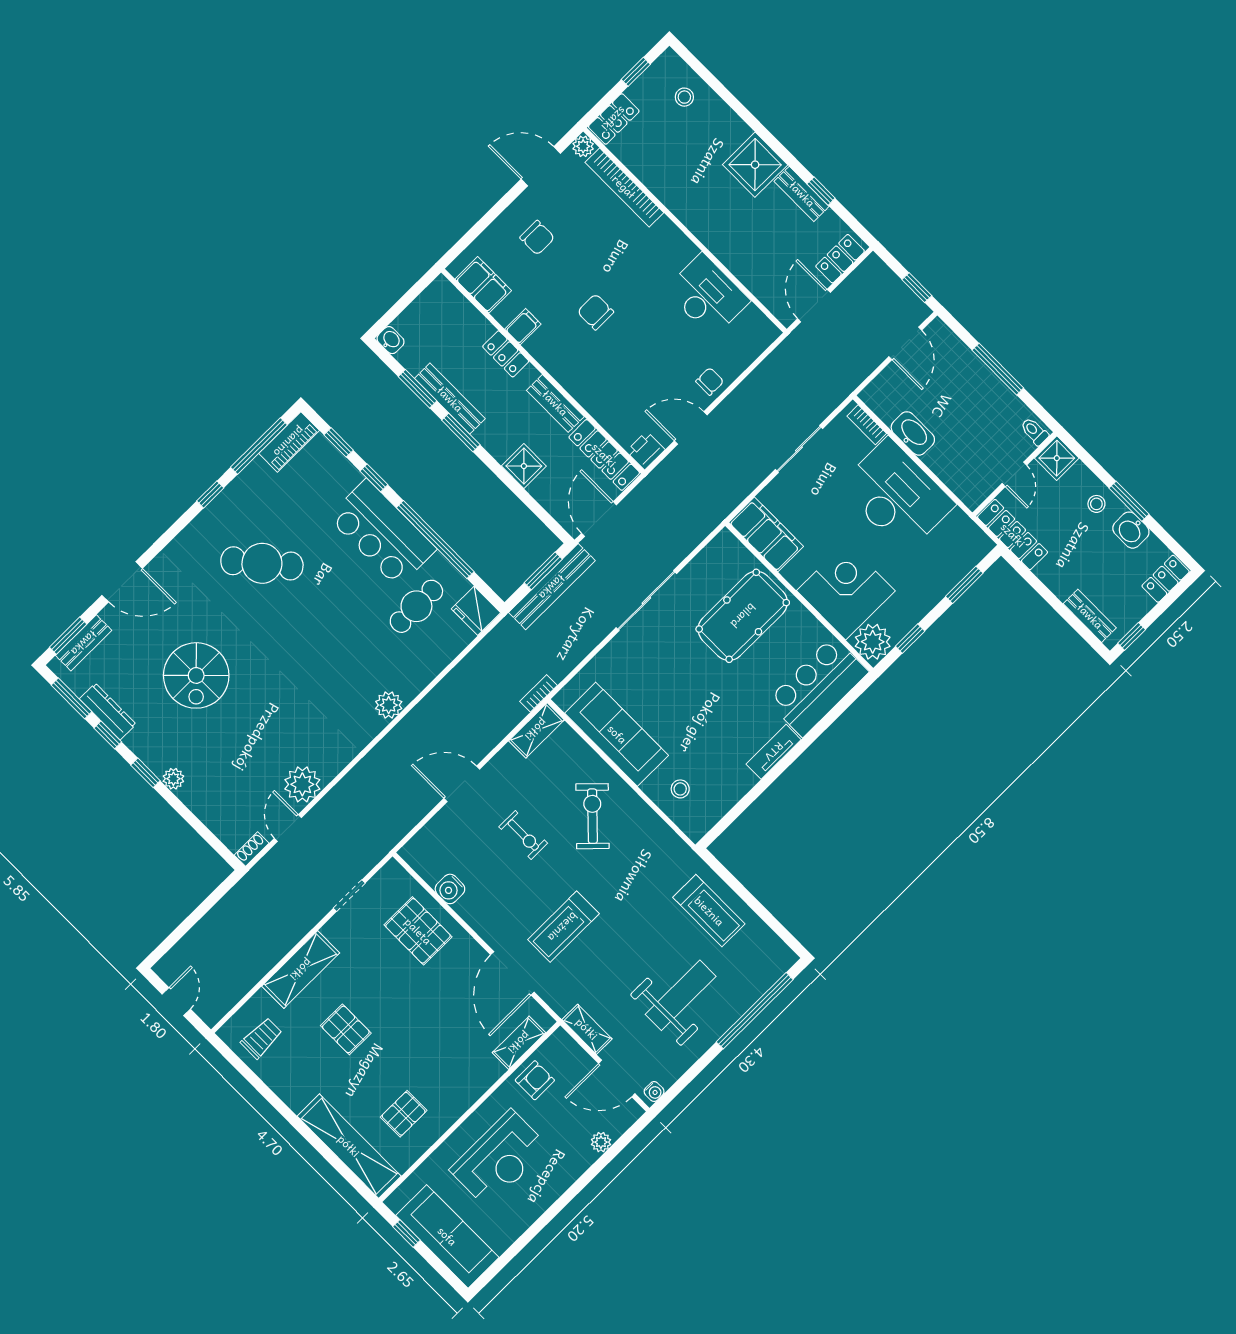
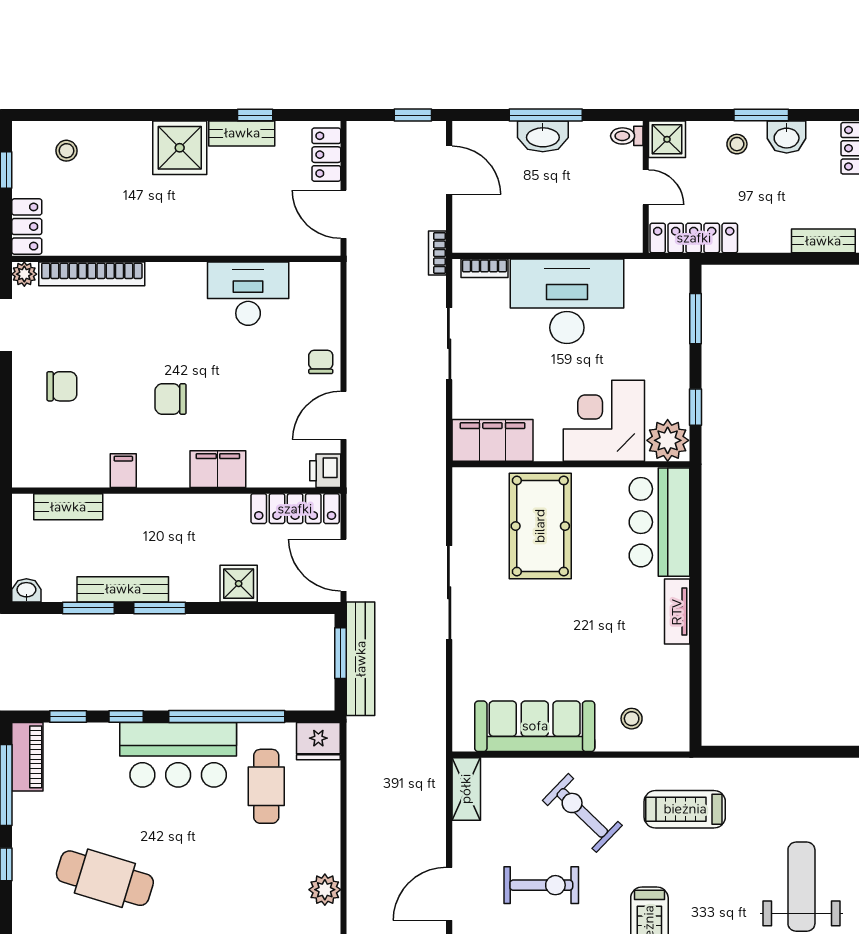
filing cabinet: (483, 285) -> (218, 469), moved
locker: (506, 354) -> (132, 507), removed
bench: (555, 403) -> (68, 507), moved
washbasin: (913, 433) -> (543, 136), moved, turned 180
cafe table: (262, 563) -> (105, 878), turned 57
bookcase: (538, 693) -> (437, 253), moved
exercise bike: (523, 835) -> (541, 885), width x1.38, depth x1.39
treadmill: (709, 911) -> (685, 809), moved, turned 180

